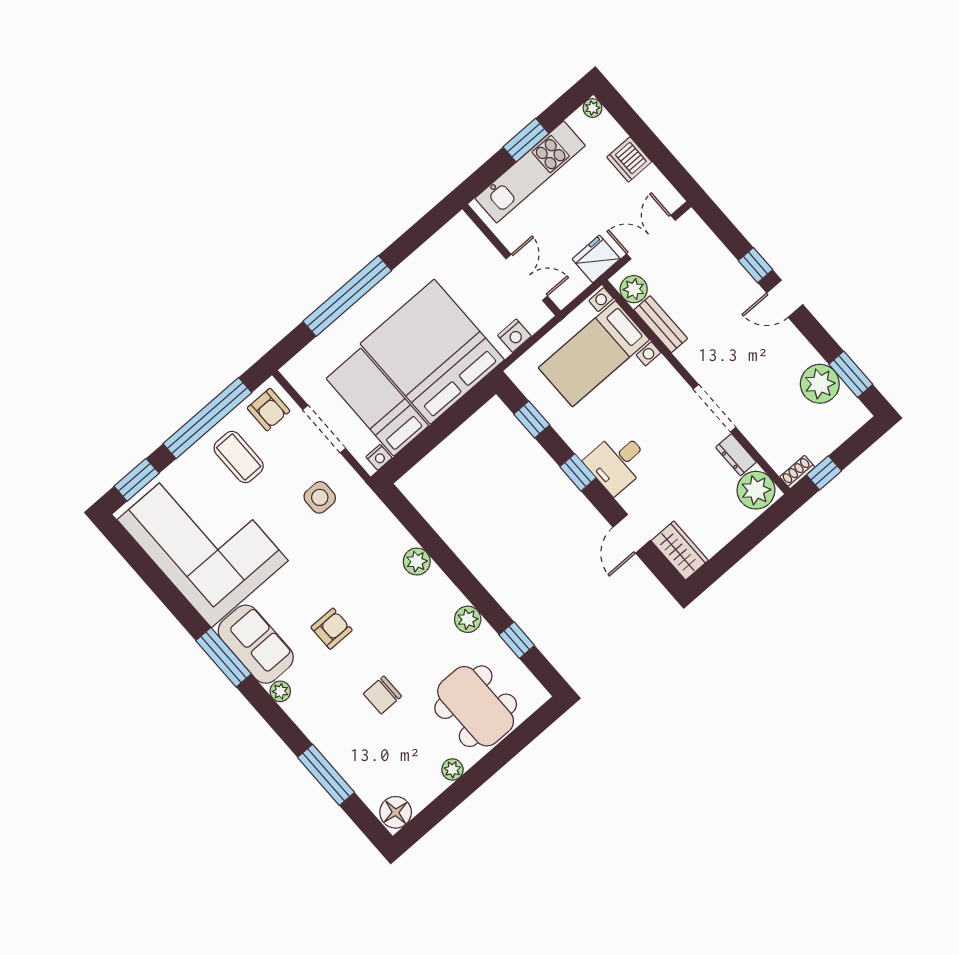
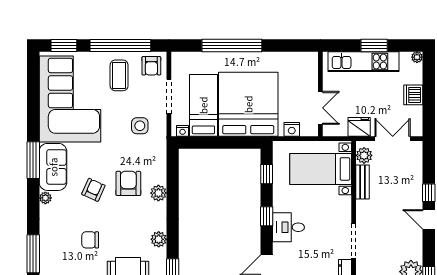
armchair: (368, 582) -> (128, 183), added
armchair: (332, 629) -> (93, 190), turned -66

